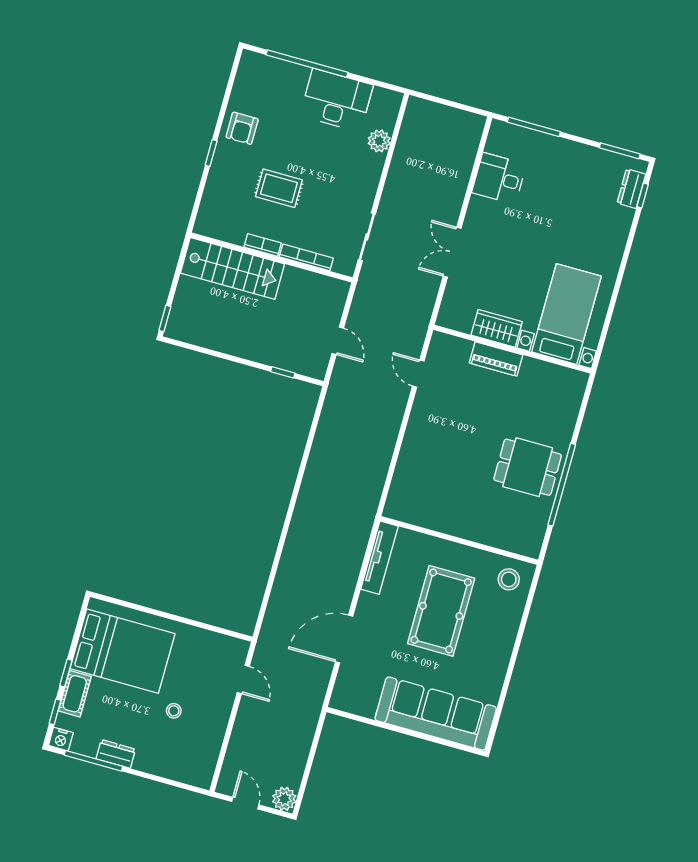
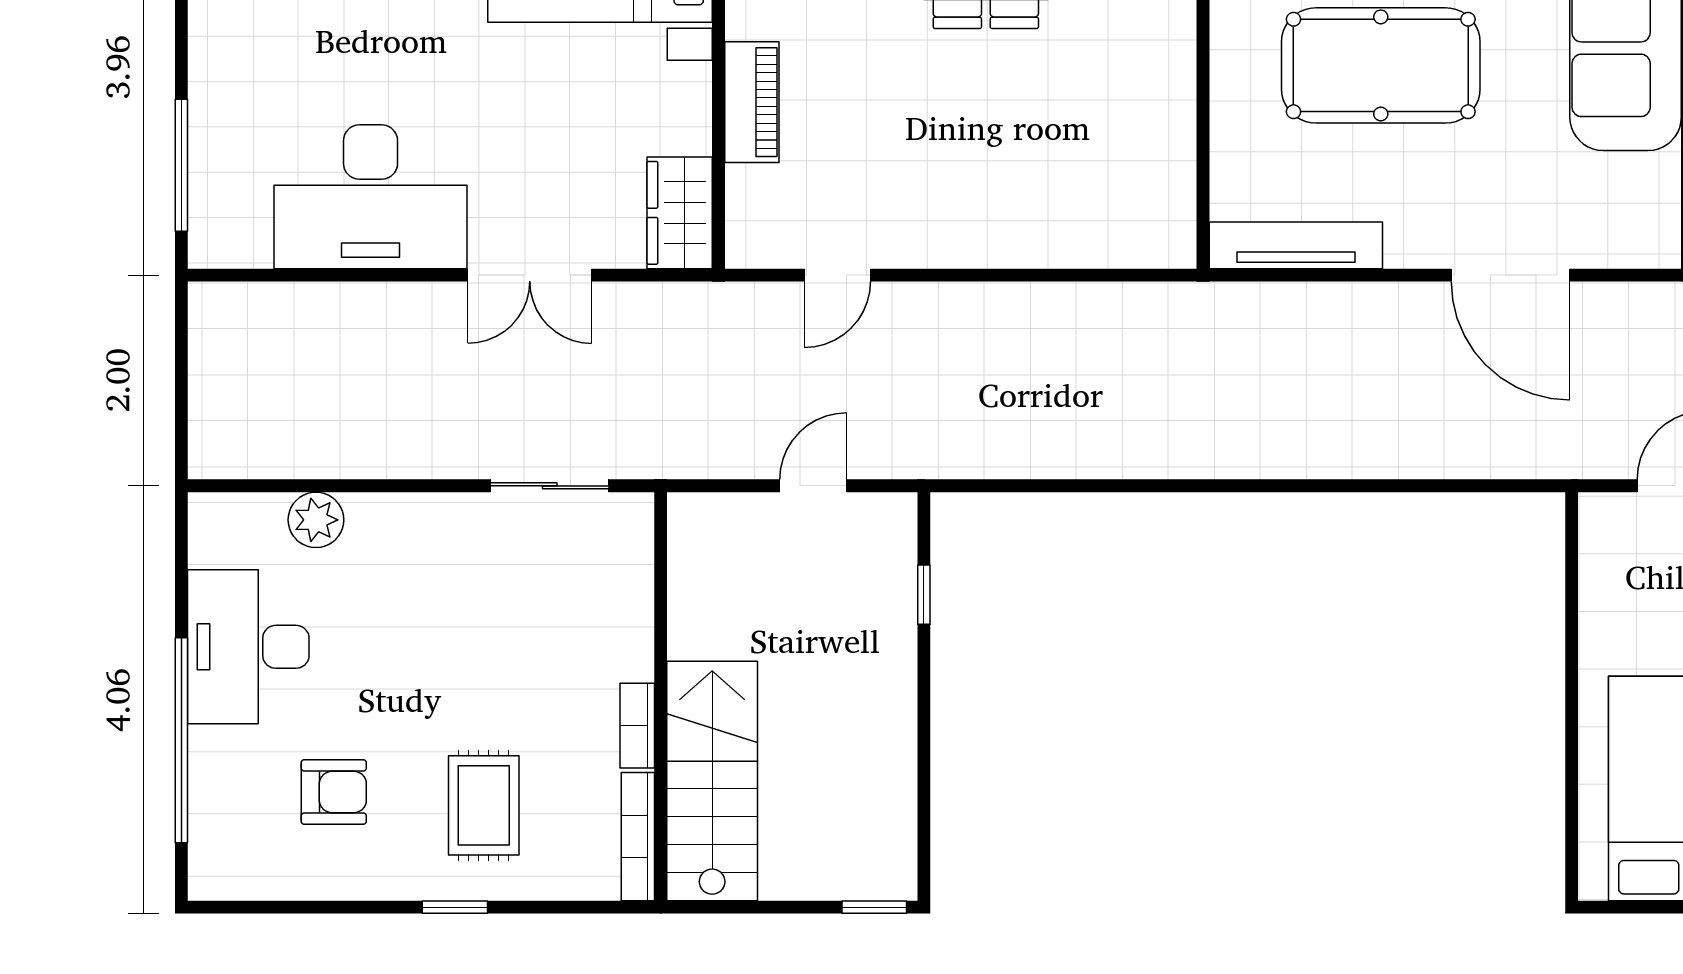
armchair: (242, 128) -> (334, 792), moved
desk: (499, 178) -> (371, 197), width x1.87, depth x1.30
rug: (279, 188) -> (484, 805), moved
bookcase: (306, 257) -> (638, 837), moved
wardrobe: (497, 328) -> (680, 213), moved

